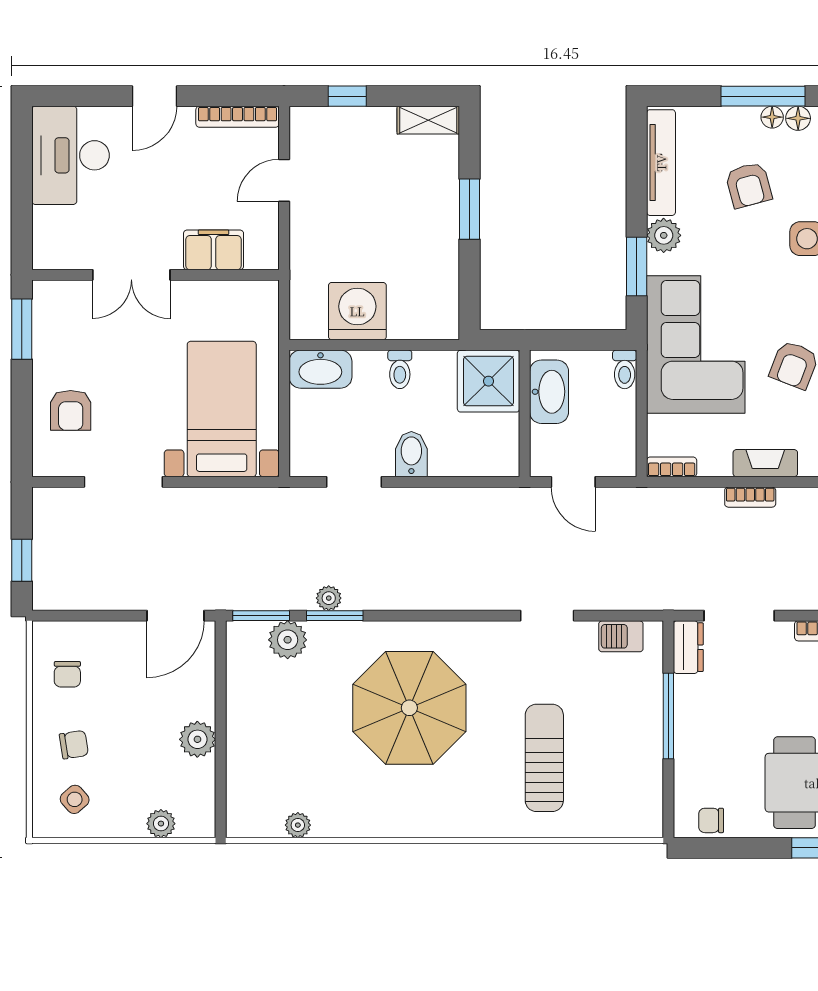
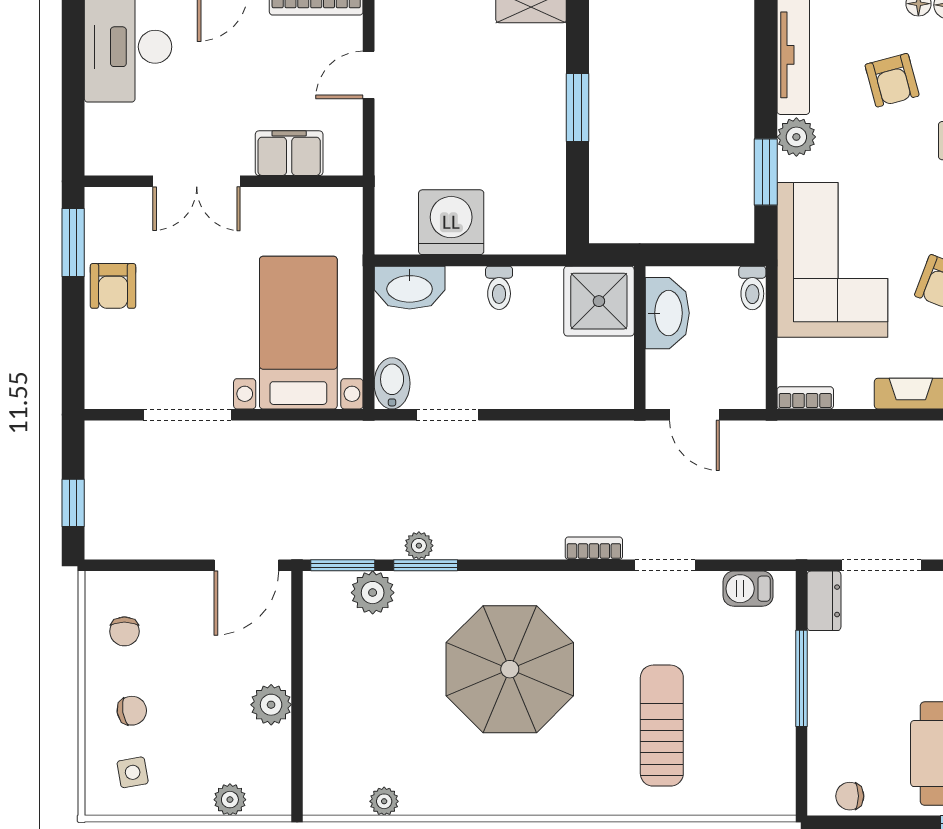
armchair: (71, 410) -> (113, 286), moved
bidet: (411, 454) -> (392, 383), moved
bookcase: (750, 497) -> (594, 548), moved, turned 180
side table: (75, 799) -> (133, 772), turned 31

